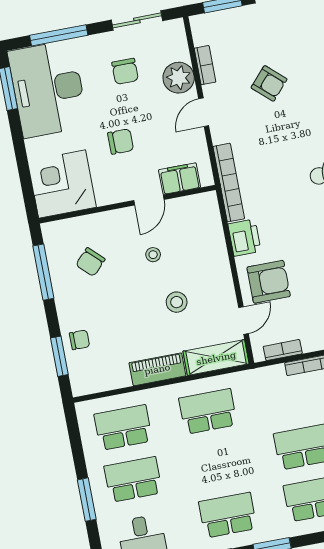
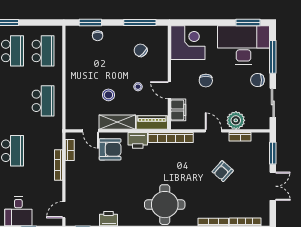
chair: (125, 71) -> (257, 80), moved
armchair: (269, 282) -> (110, 149), turned -90
shelving: (216, 358) -> (117, 122), moved, turned 90
piano: (157, 369) -> (152, 122), moved, turned -90

